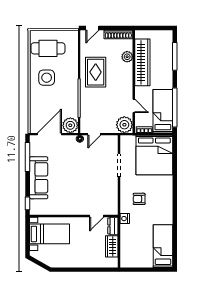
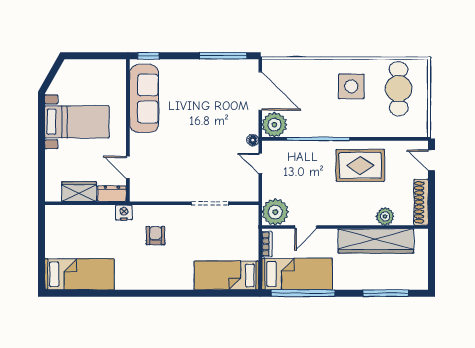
bed: (154, 155) -> (226, 275), width x0.49
sofa: (39, 178) -> (144, 98), moved, turned -90
bed with nightstands: (50, 234) -> (77, 122), moved, turned -90

